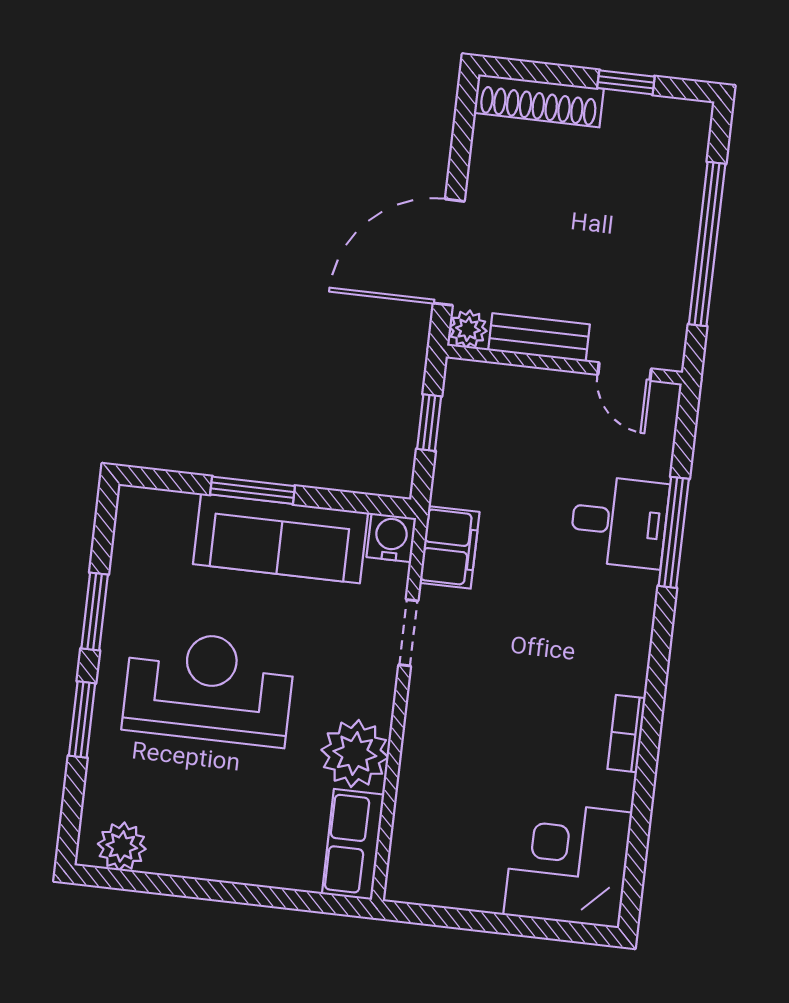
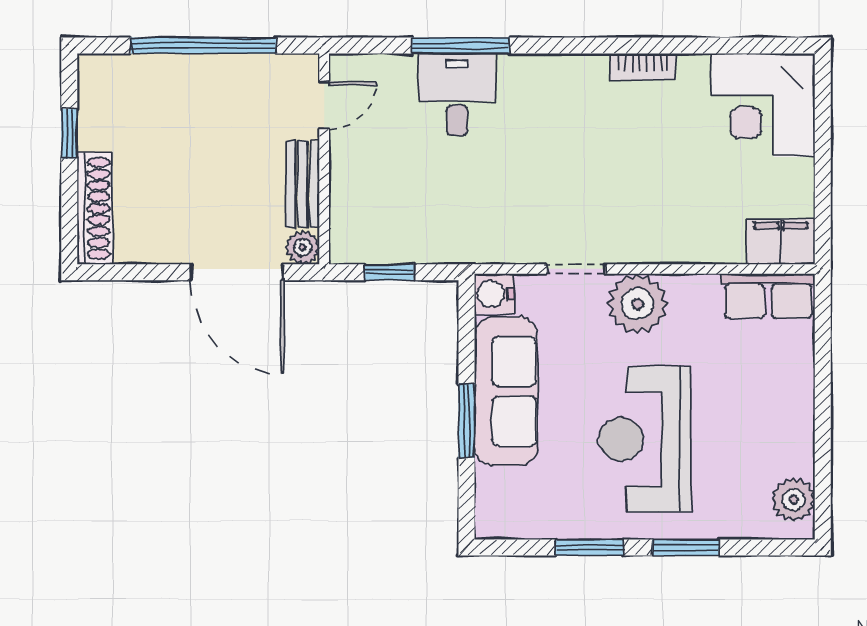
filing cabinet: (450, 547) -> (781, 241), moved
plant: (355, 754) -> (637, 304), moved

